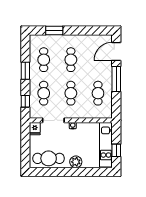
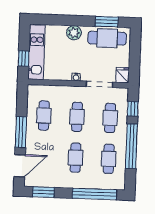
window: (54, 31) -> (94, 194), width x2.11
window: (96, 31) -> (43, 192), added
window: (25, 71) -> (131, 146), width x2.11
window: (116, 150) -> (24, 58), moved
window: (49, 172) -> (107, 22), added

